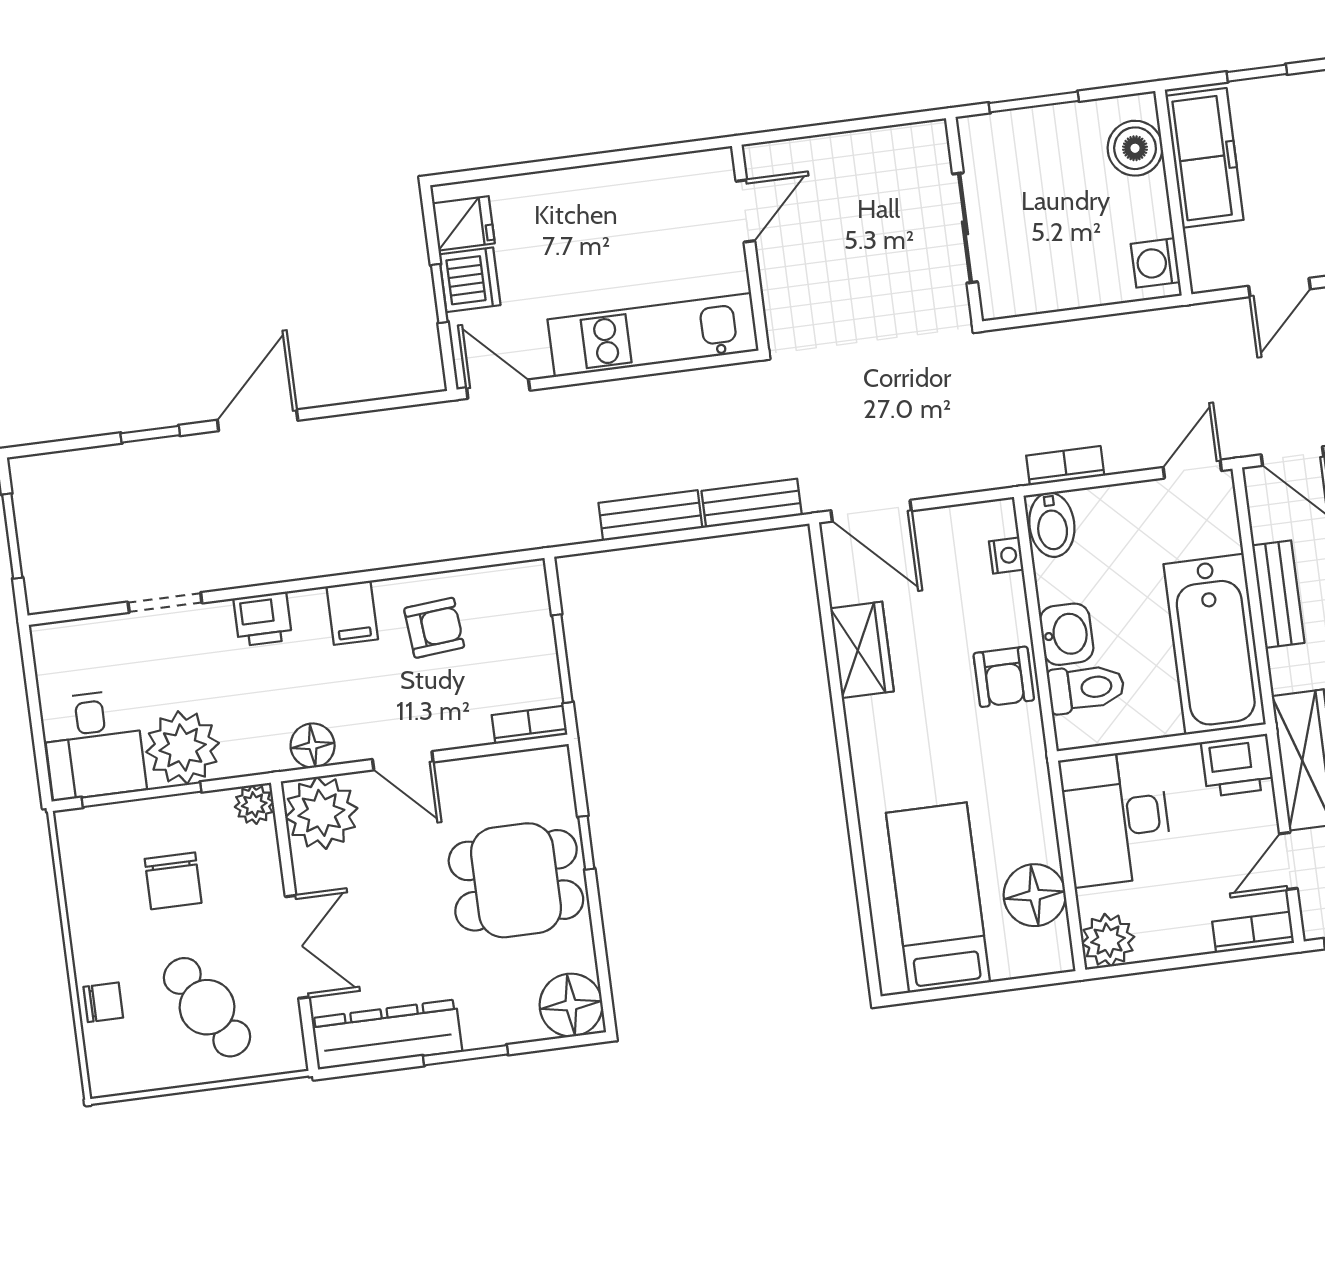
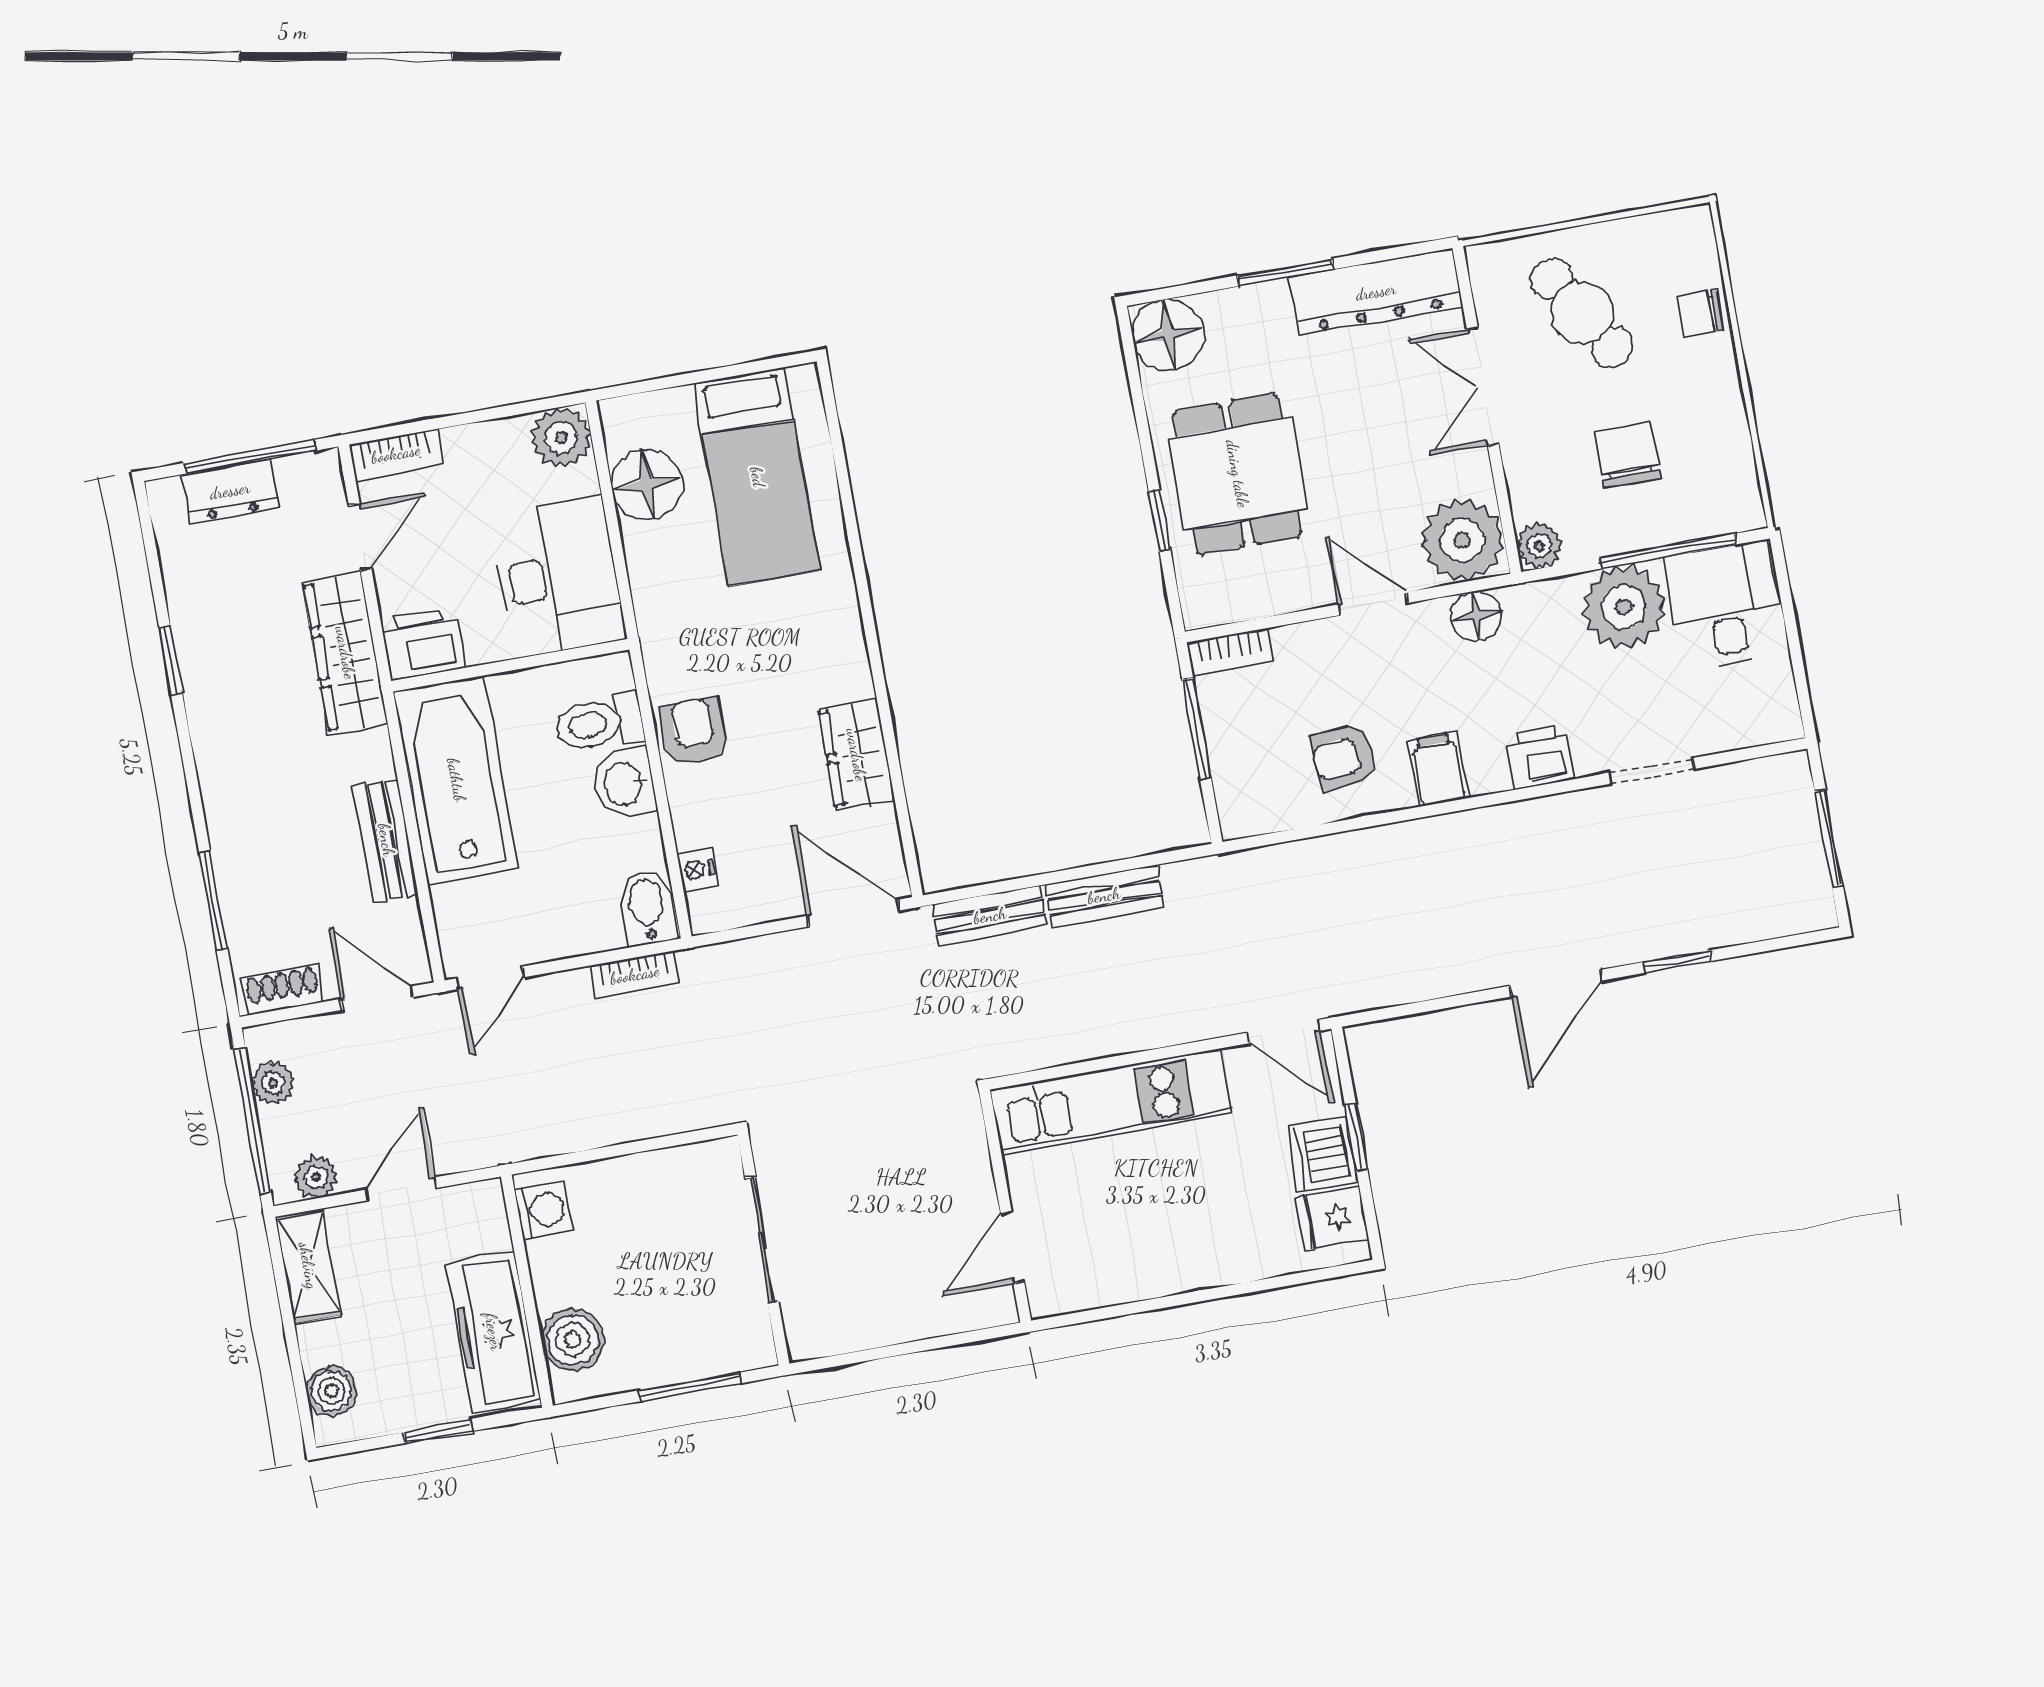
dining table: (516, 880) -> (1237, 474), turned 90

